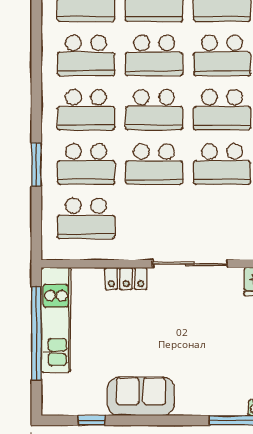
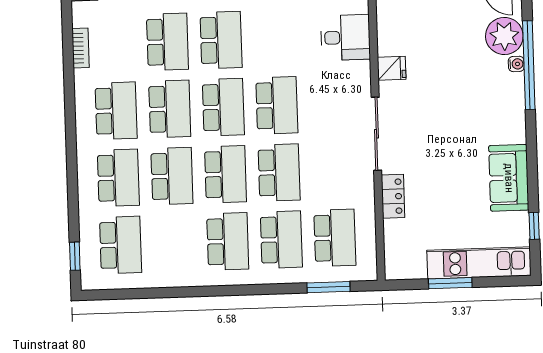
school desk: (86, 55) -> (174, 243), removed
window: (36, 165) -> (328, 287), moved
kitchen unit: (56, 320) -> (479, 263), moved
window: (36, 333) -> (450, 283), width x0.47

